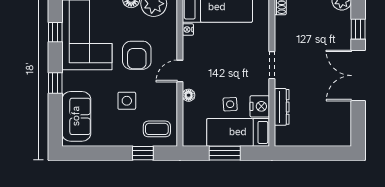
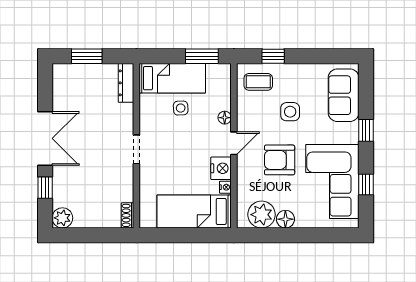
armchair: (137, 55) -> (280, 160), turned -90
nightstand: (260, 106) -> (221, 168), moved, turned 180
dresser: (282, 107) -> (126, 83), moved
window: (225, 153) -> (202, 56), moved
window: (319, 153) -> (87, 56), added

